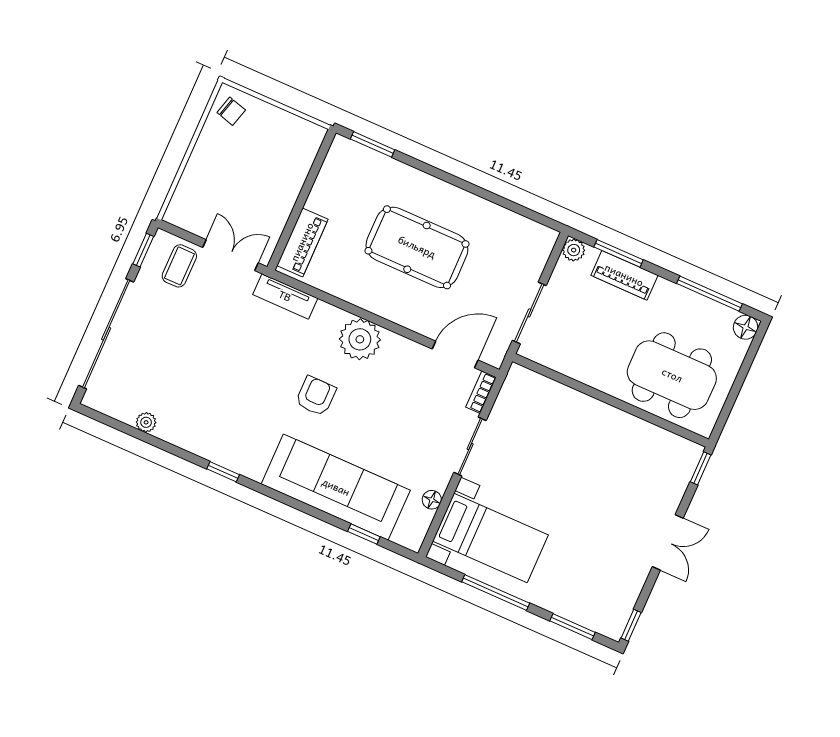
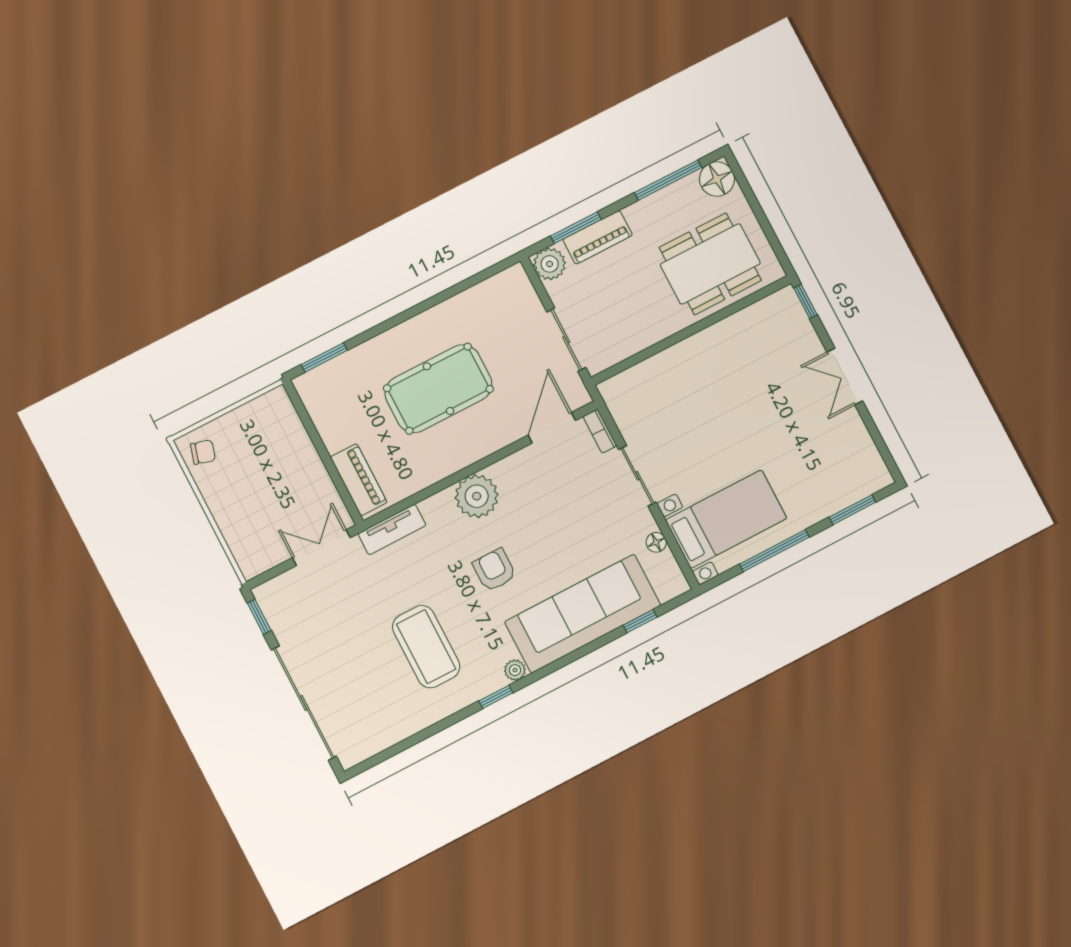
plant: (574, 250) -> (550, 264), width x1.38, depth x1.38
coffee table: (179, 266) -> (426, 647), moved, width x1.86, depth x1.72
floor lamp: (746, 327) -> (717, 179), width x1.38, depth x1.38
plant: (146, 422) -> (515, 670), moved
double door: (668, 542) -> (845, 376), swing flipped
window: (631, 625) -> (889, 461), removed

